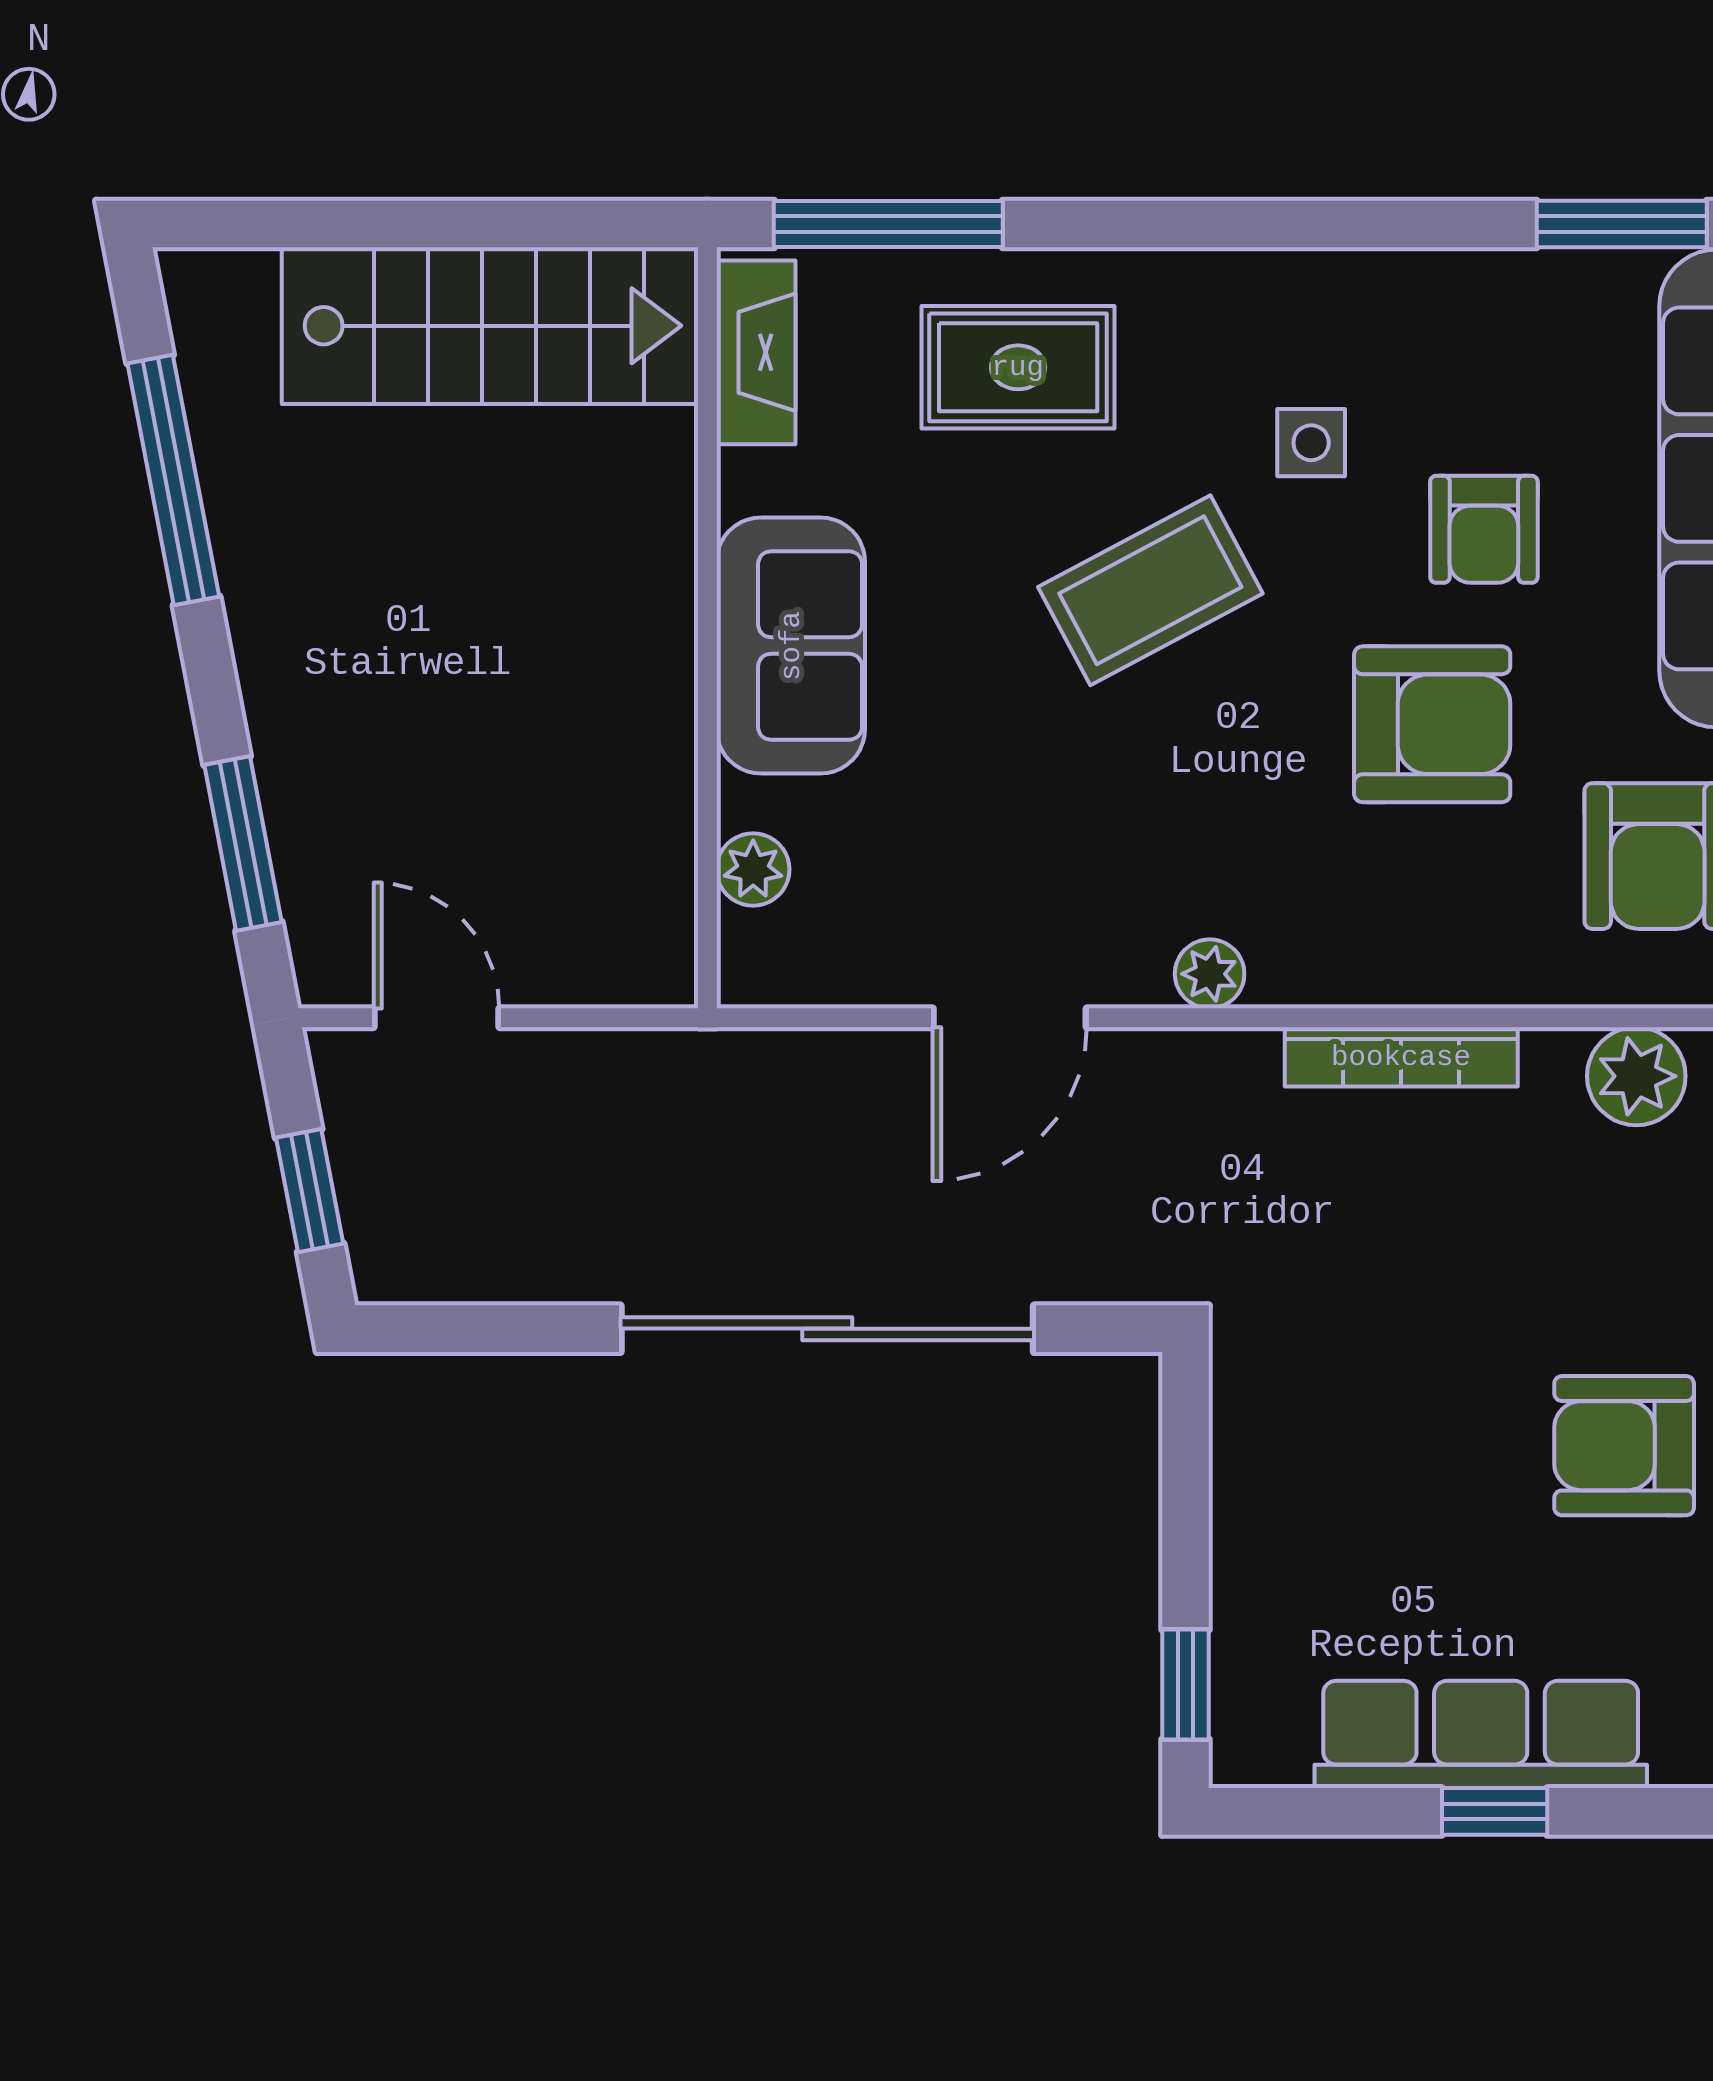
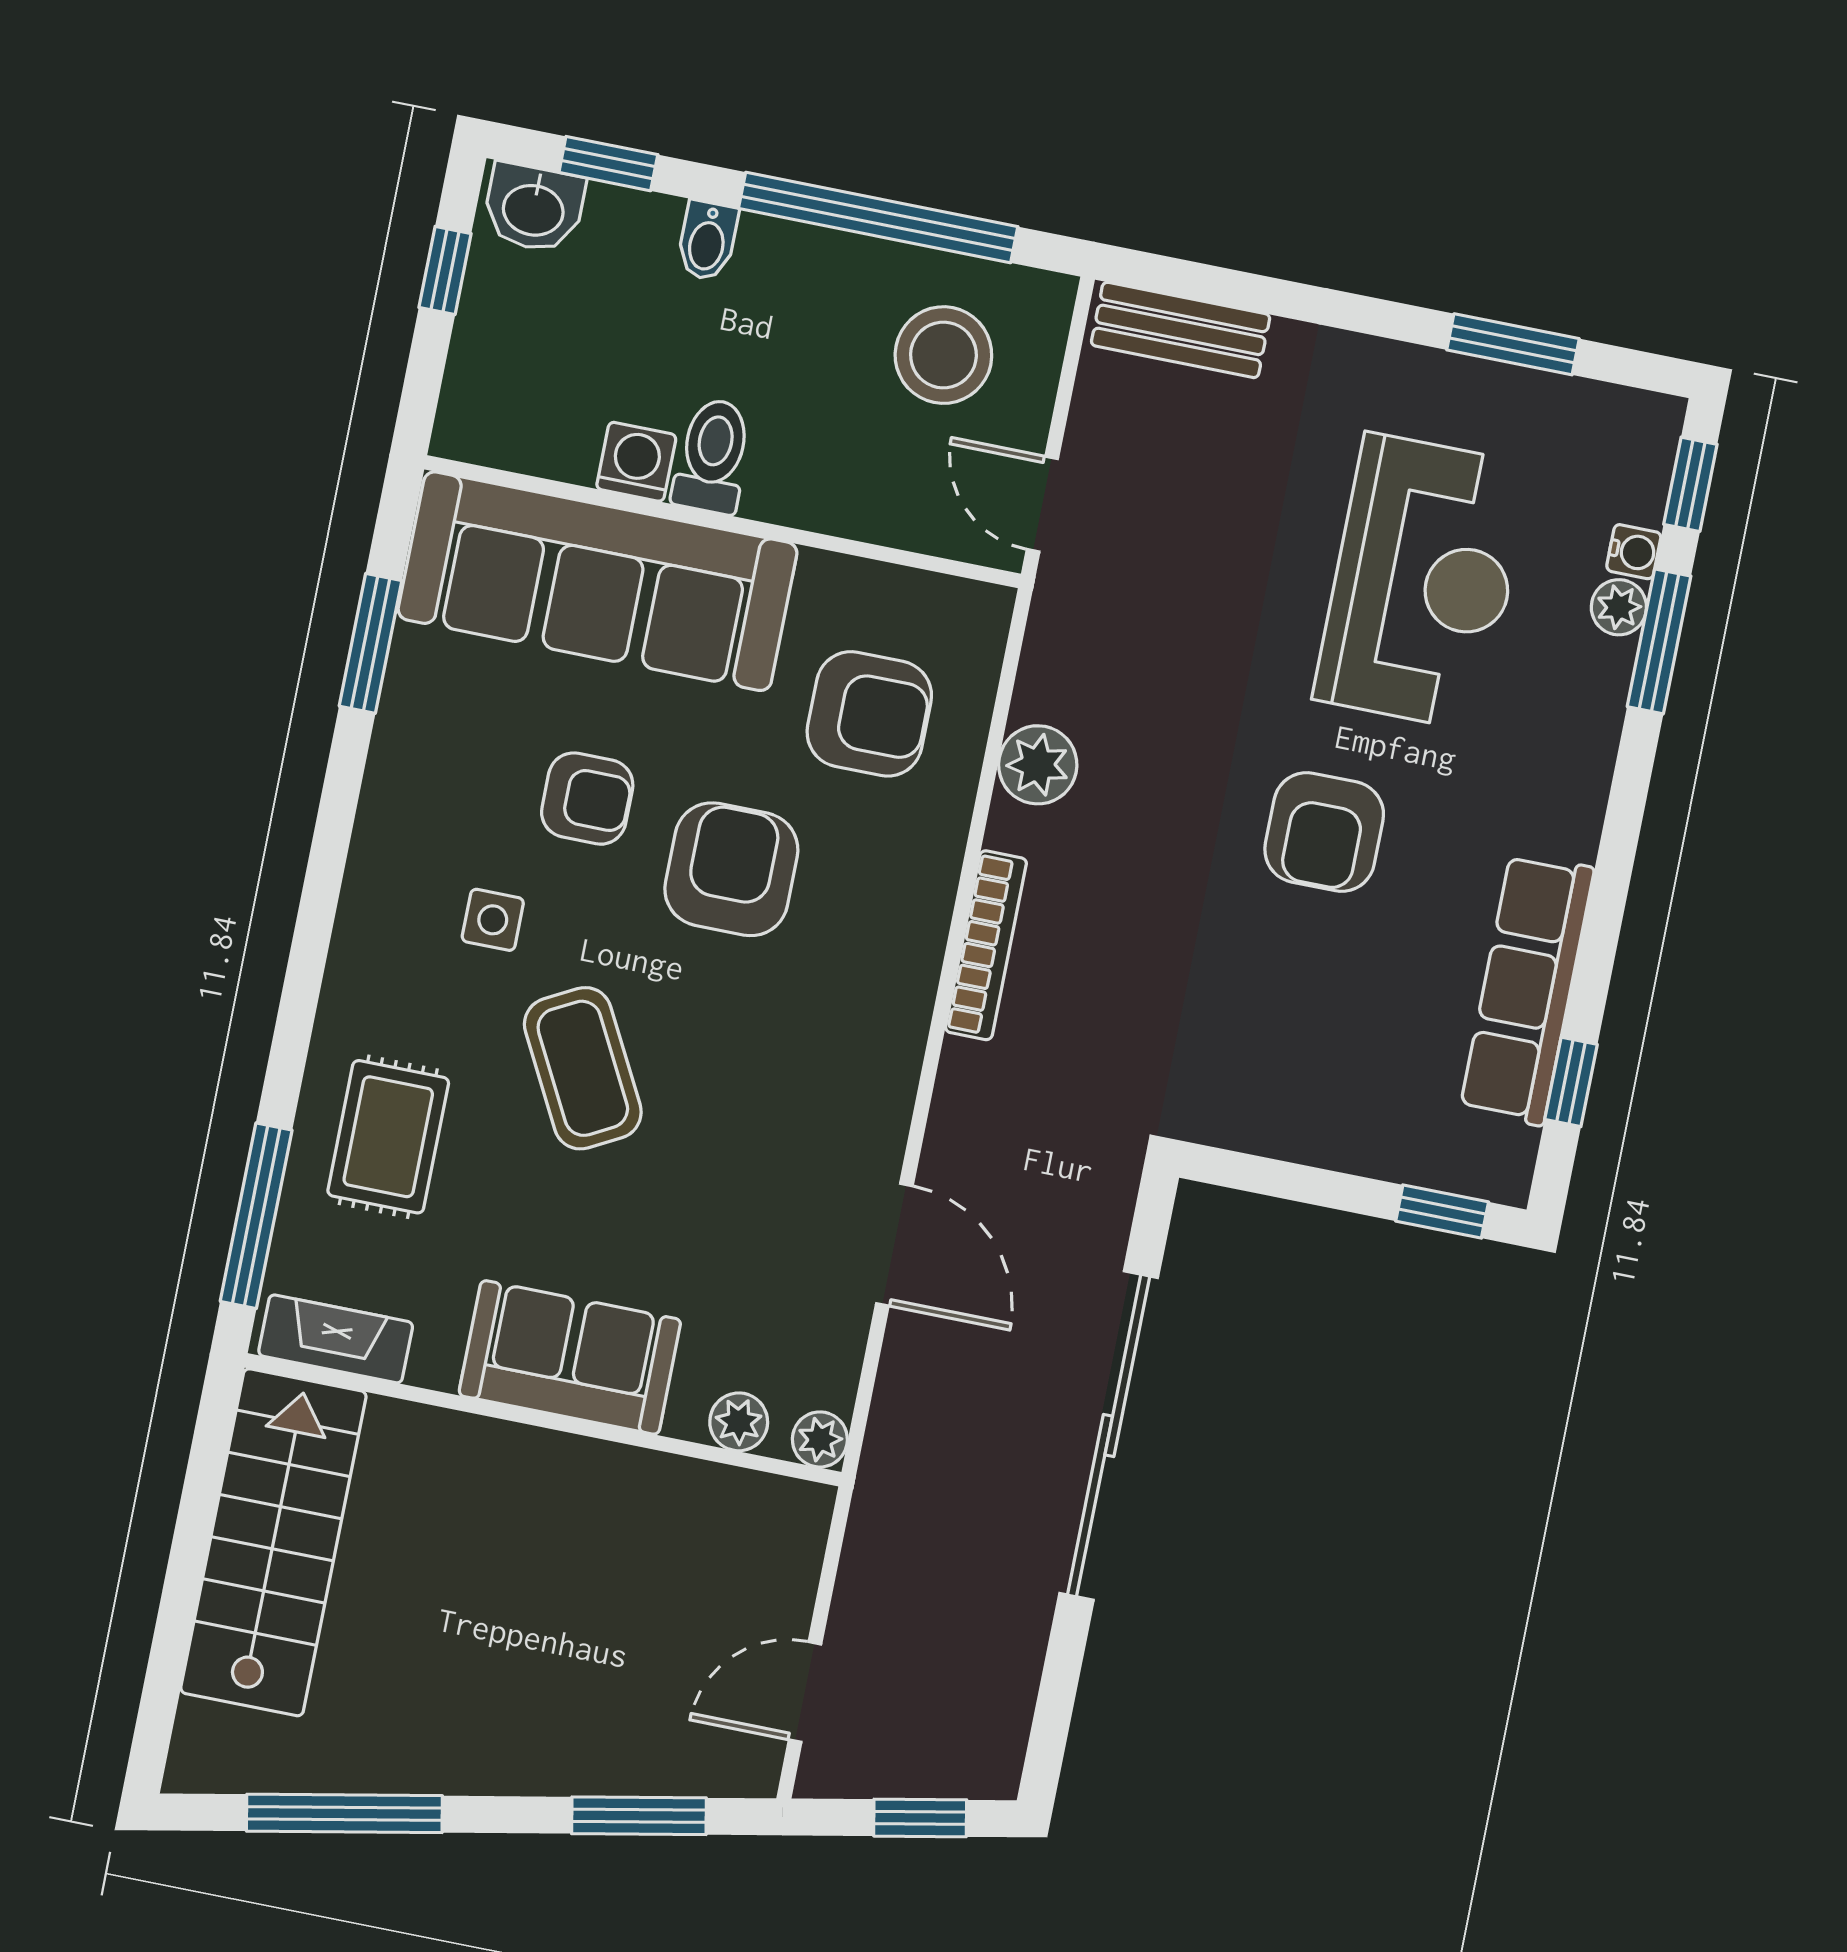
plant: (1210, 974) -> (820, 1439), moved
window: (1495, 1811) -> (1571, 1082), moved

